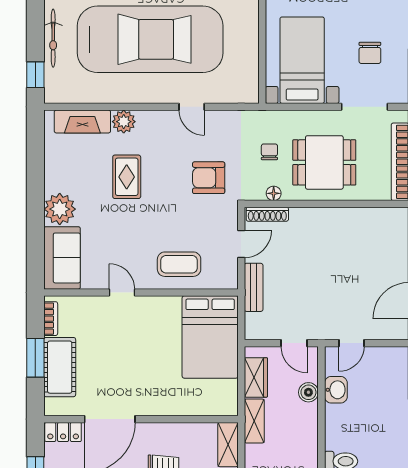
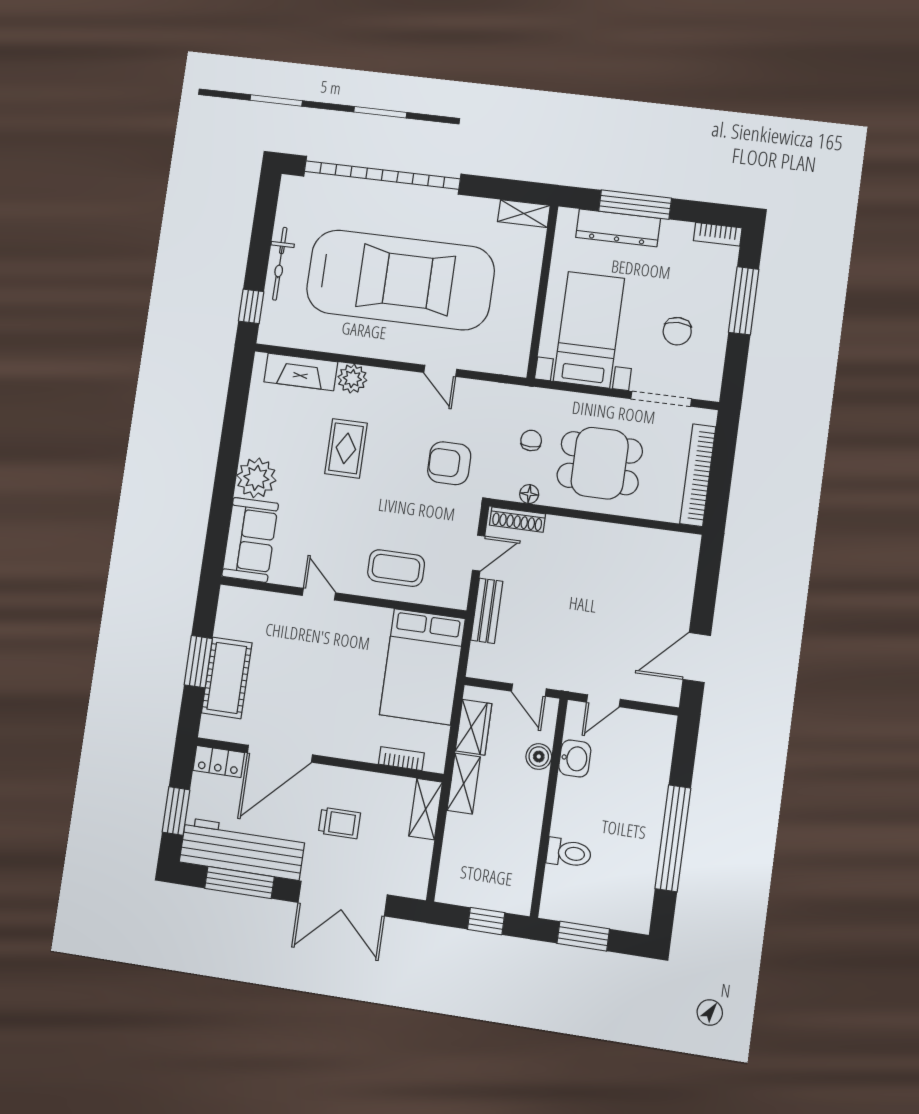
bookcase: (51, 319) -> (401, 759), moved, turned -90

